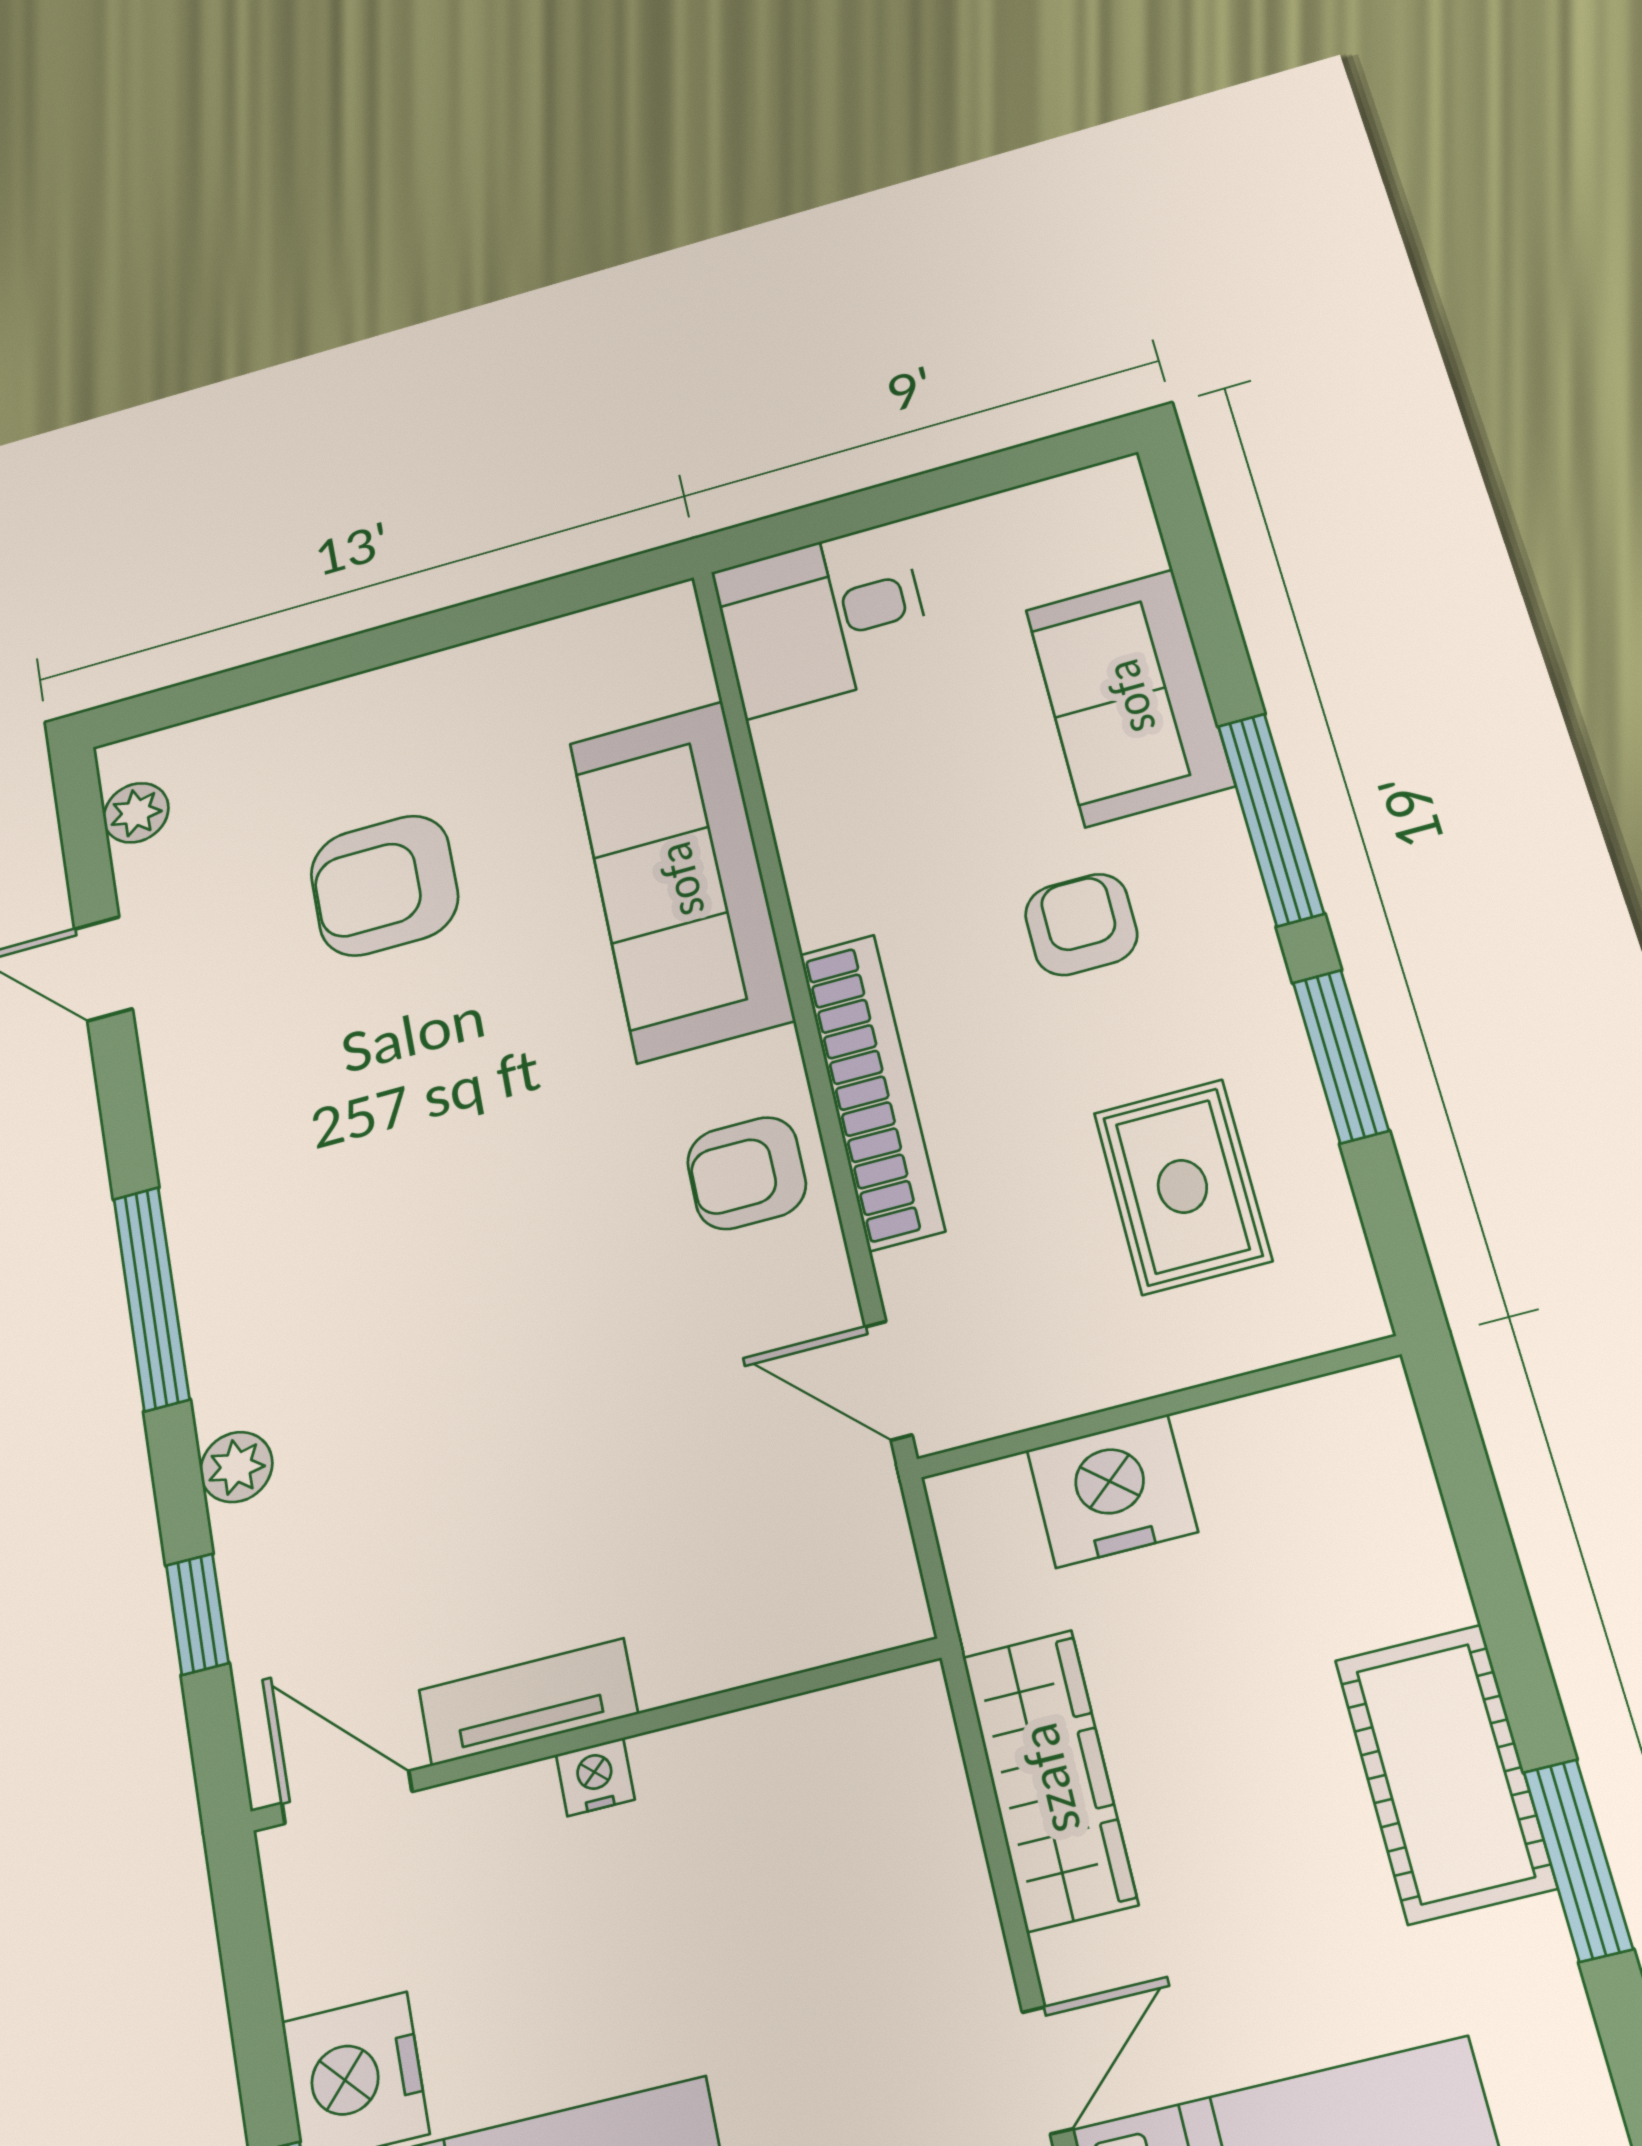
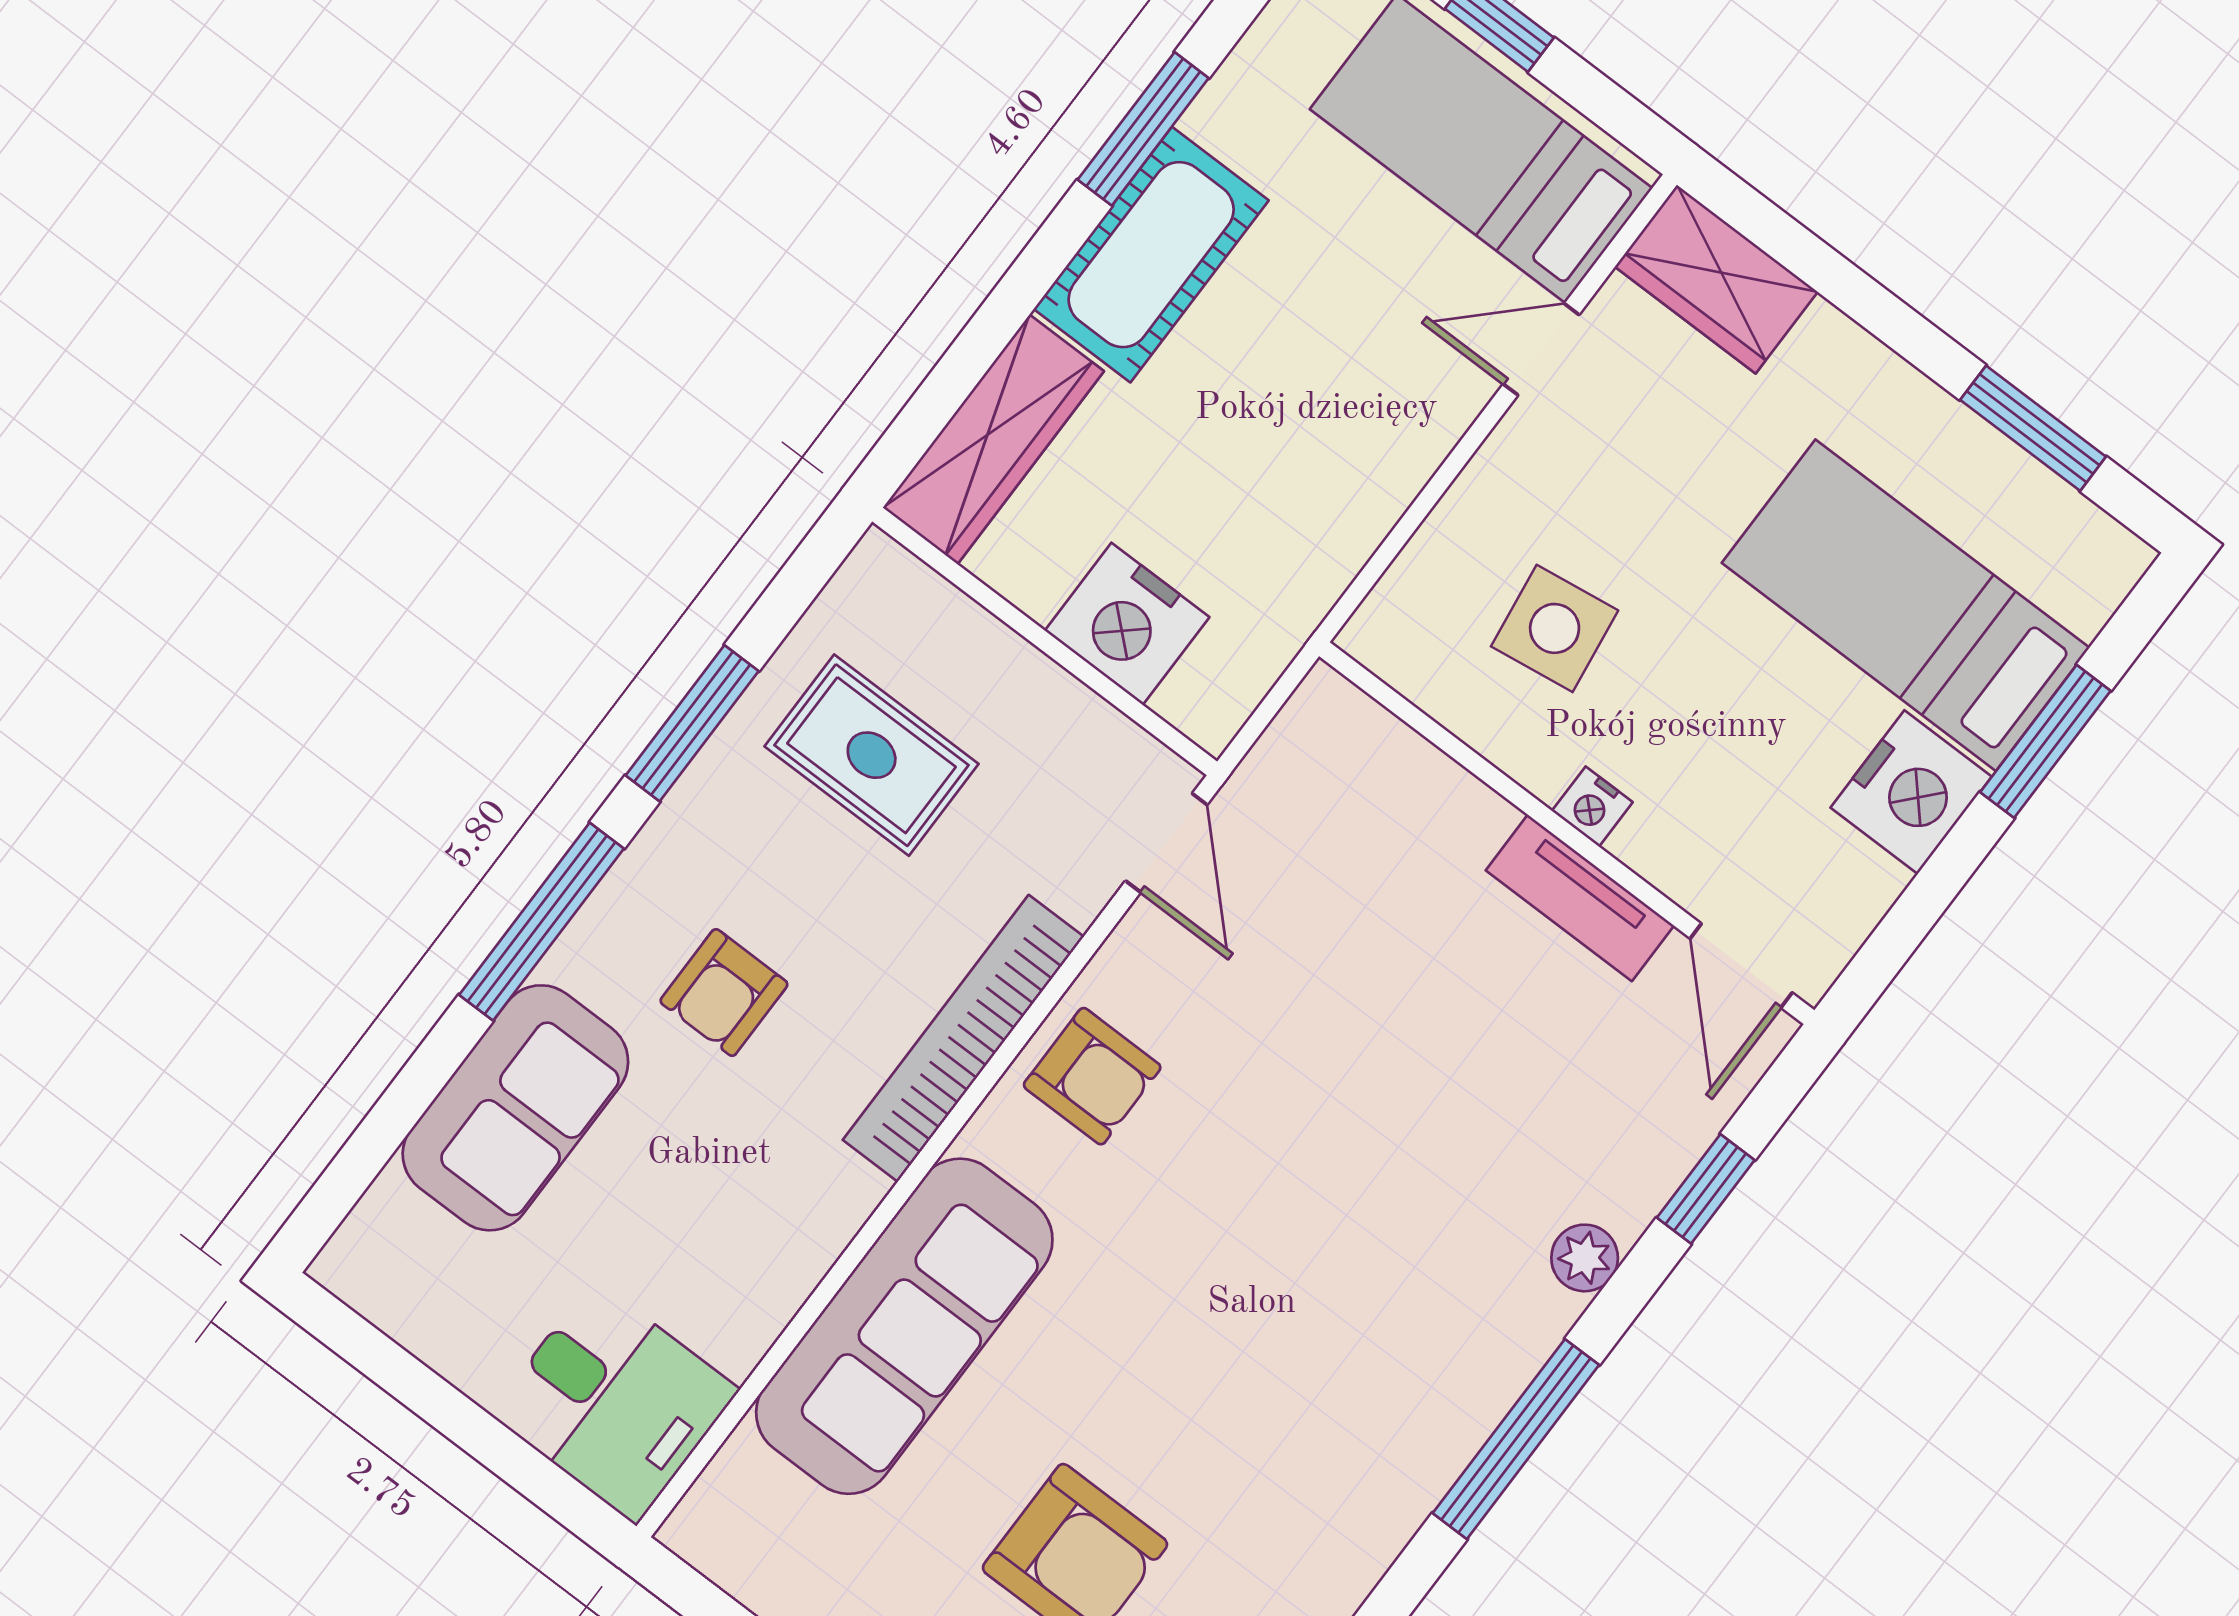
rug: (1182, 1186) -> (872, 755), turned 90
wardrobe: (1049, 1779) -> (993, 439), moved, turned 180
side table: (780, 1871) -> (1555, 628), added

